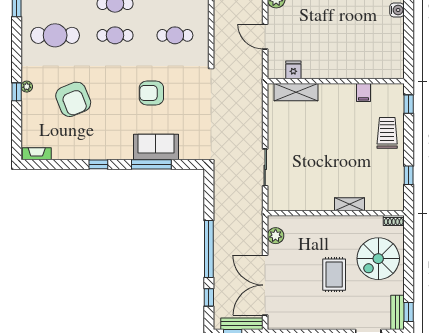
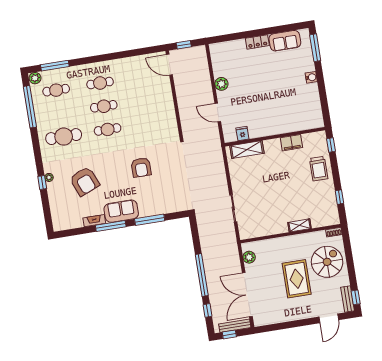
cafe table: (175, 35) -> (151, 122), removed
filing cabinet: (363, 92) -> (291, 143), width x2.00
armchair: (151, 93) -> (141, 167), turned -90
trolley: (387, 133) -> (319, 169), turned 180
sofa: (156, 147) -> (121, 211), moved
fireplace: (37, 154) -> (94, 221), moved
window: (98, 164) -> (111, 226), width x2.17
spiral stairs: (378, 259) -> (327, 262), turned 180
rug: (334, 275) -> (297, 279), width x1.36, depth x1.43

